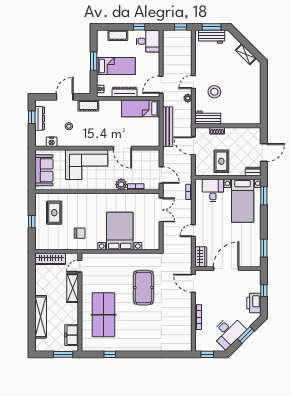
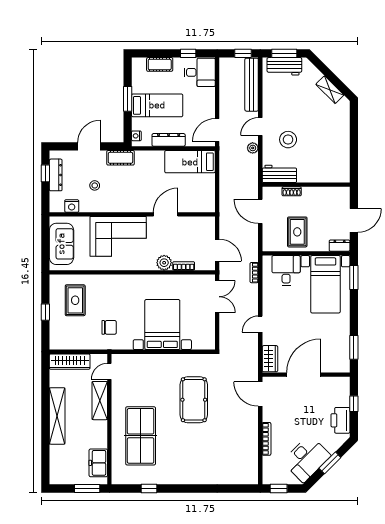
bench: (168, 127) -> (252, 85), moved
door: (122, 148) -> (166, 214), swing flipped
shelving: (41, 317) -> (57, 416), moved

